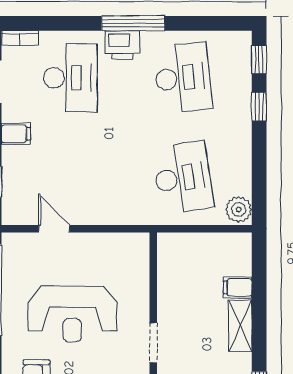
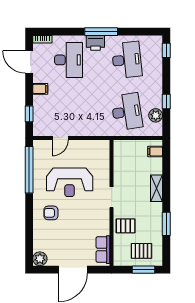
window: (259, 107) -> (166, 102), moved
plant: (239, 209) -> (156, 115), moved
door: (54, 229) -> (60, 138), swing flipped
filing cabinet: (238, 288) -> (155, 151), moved

